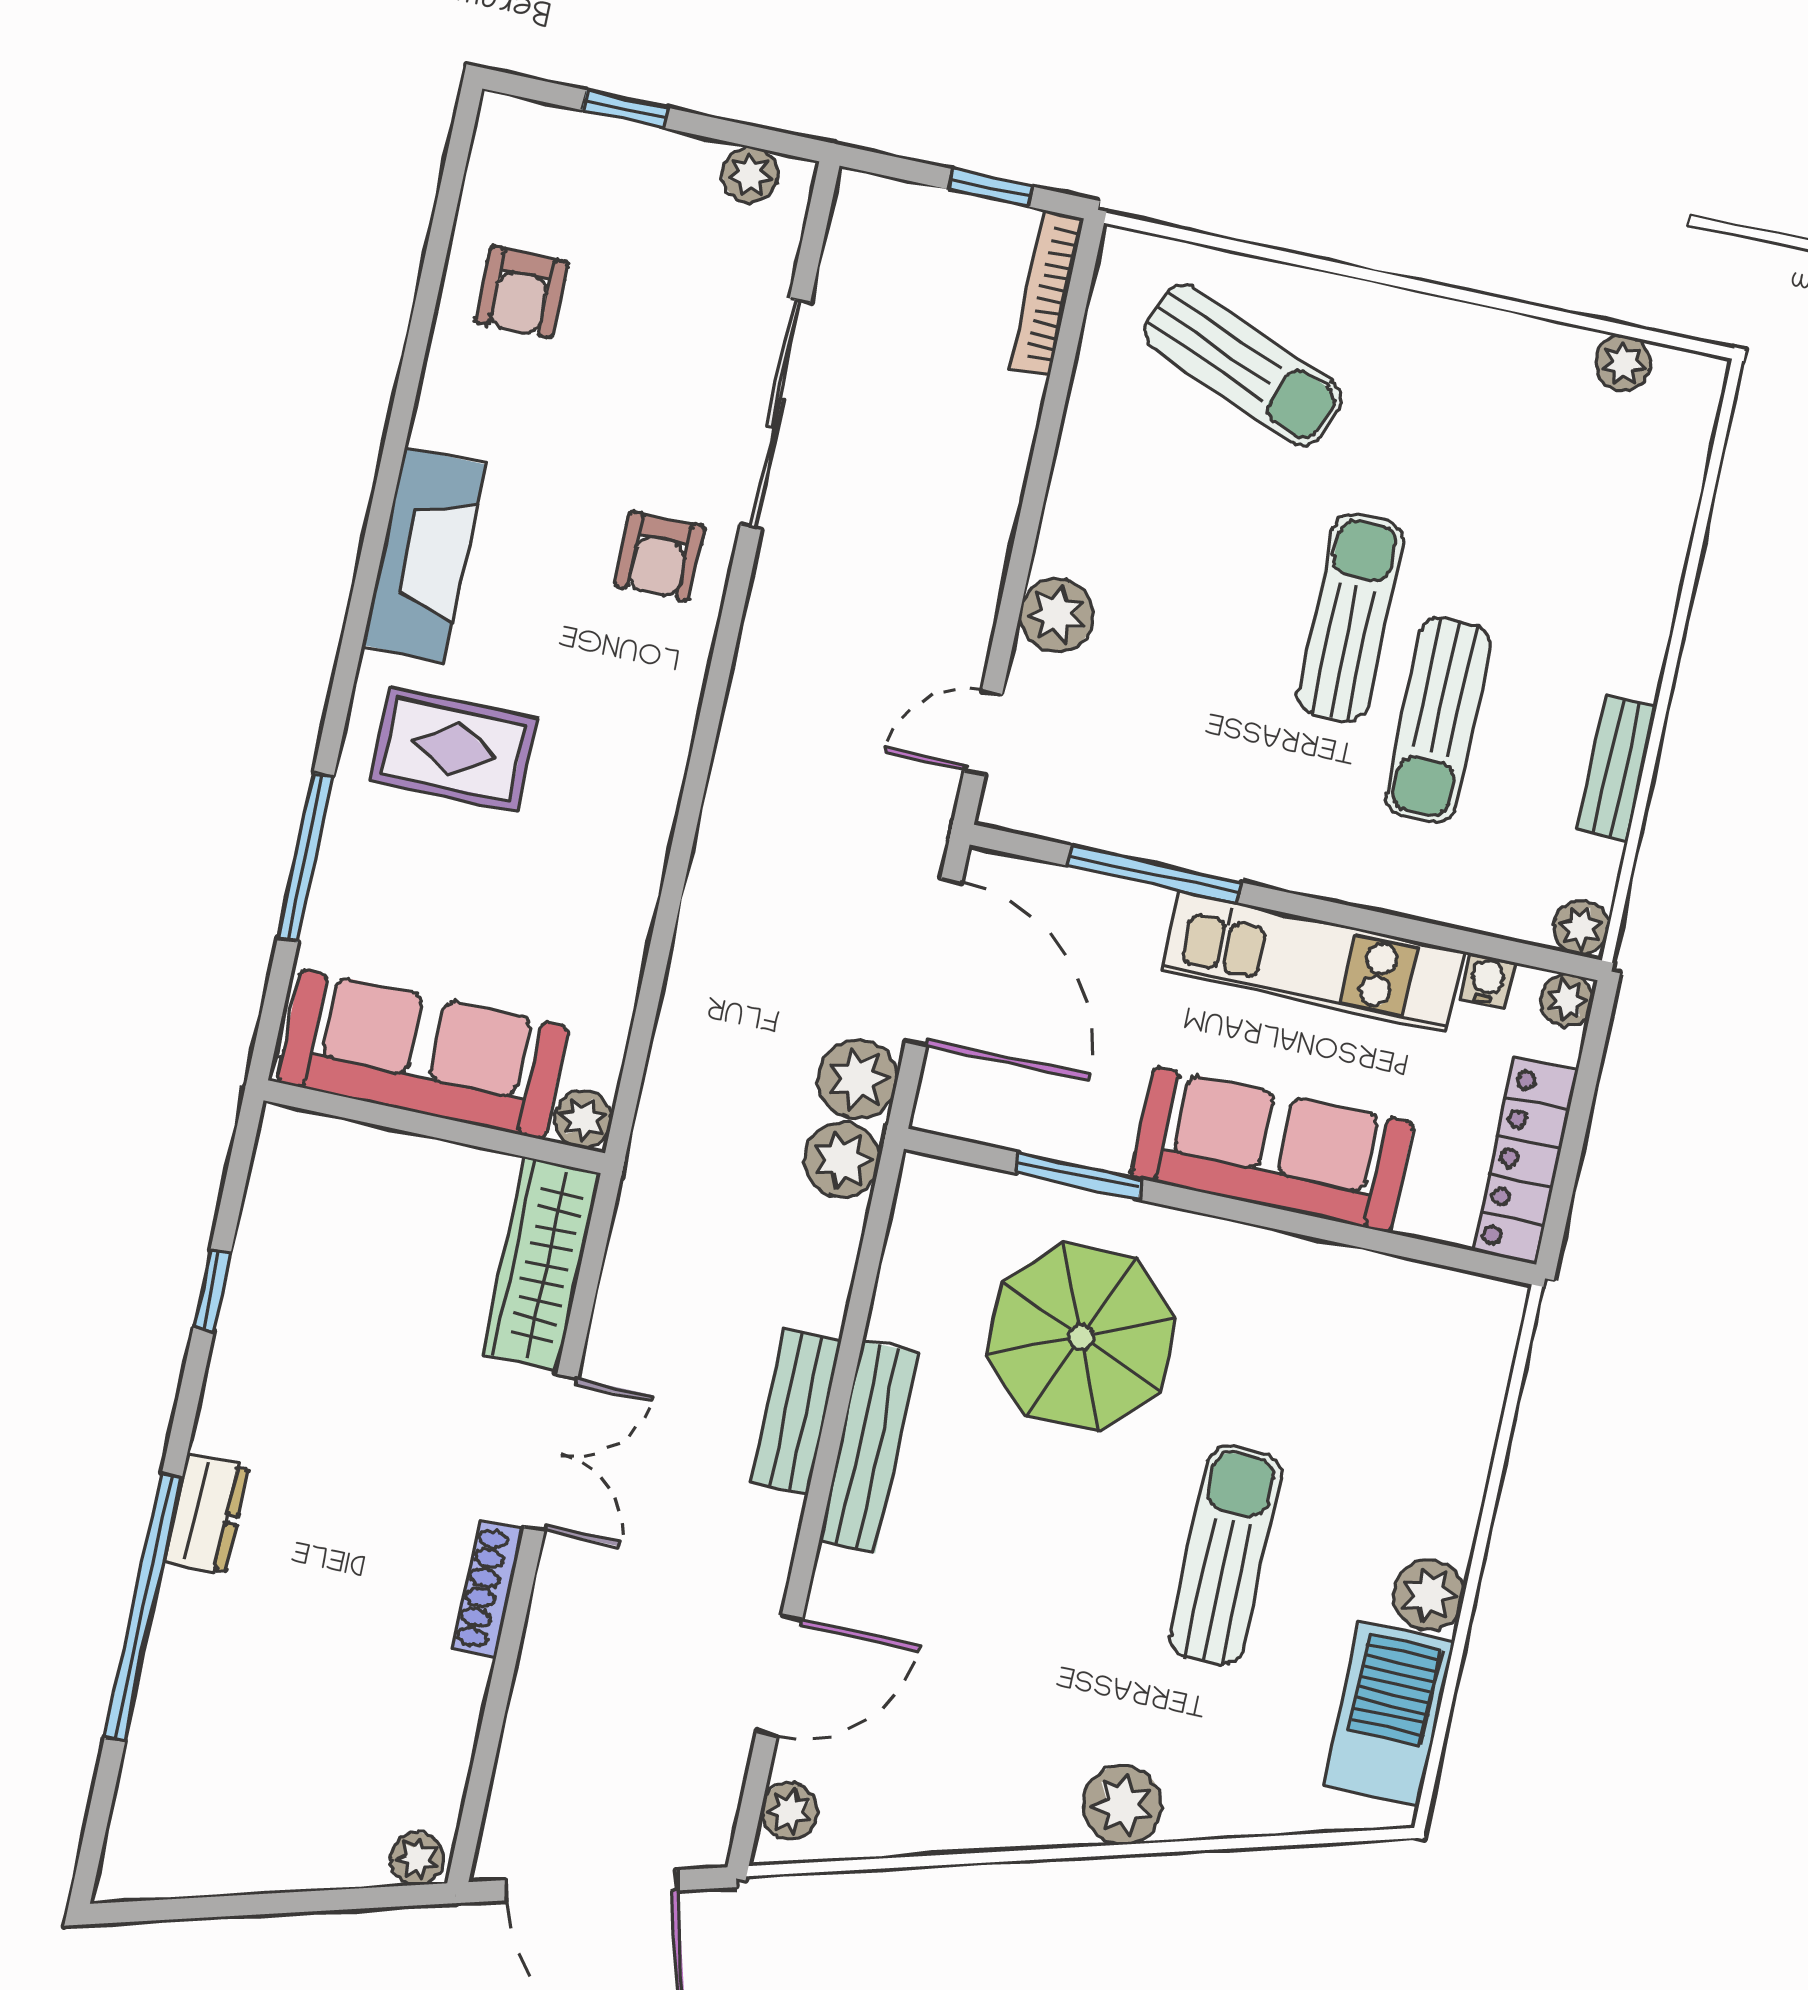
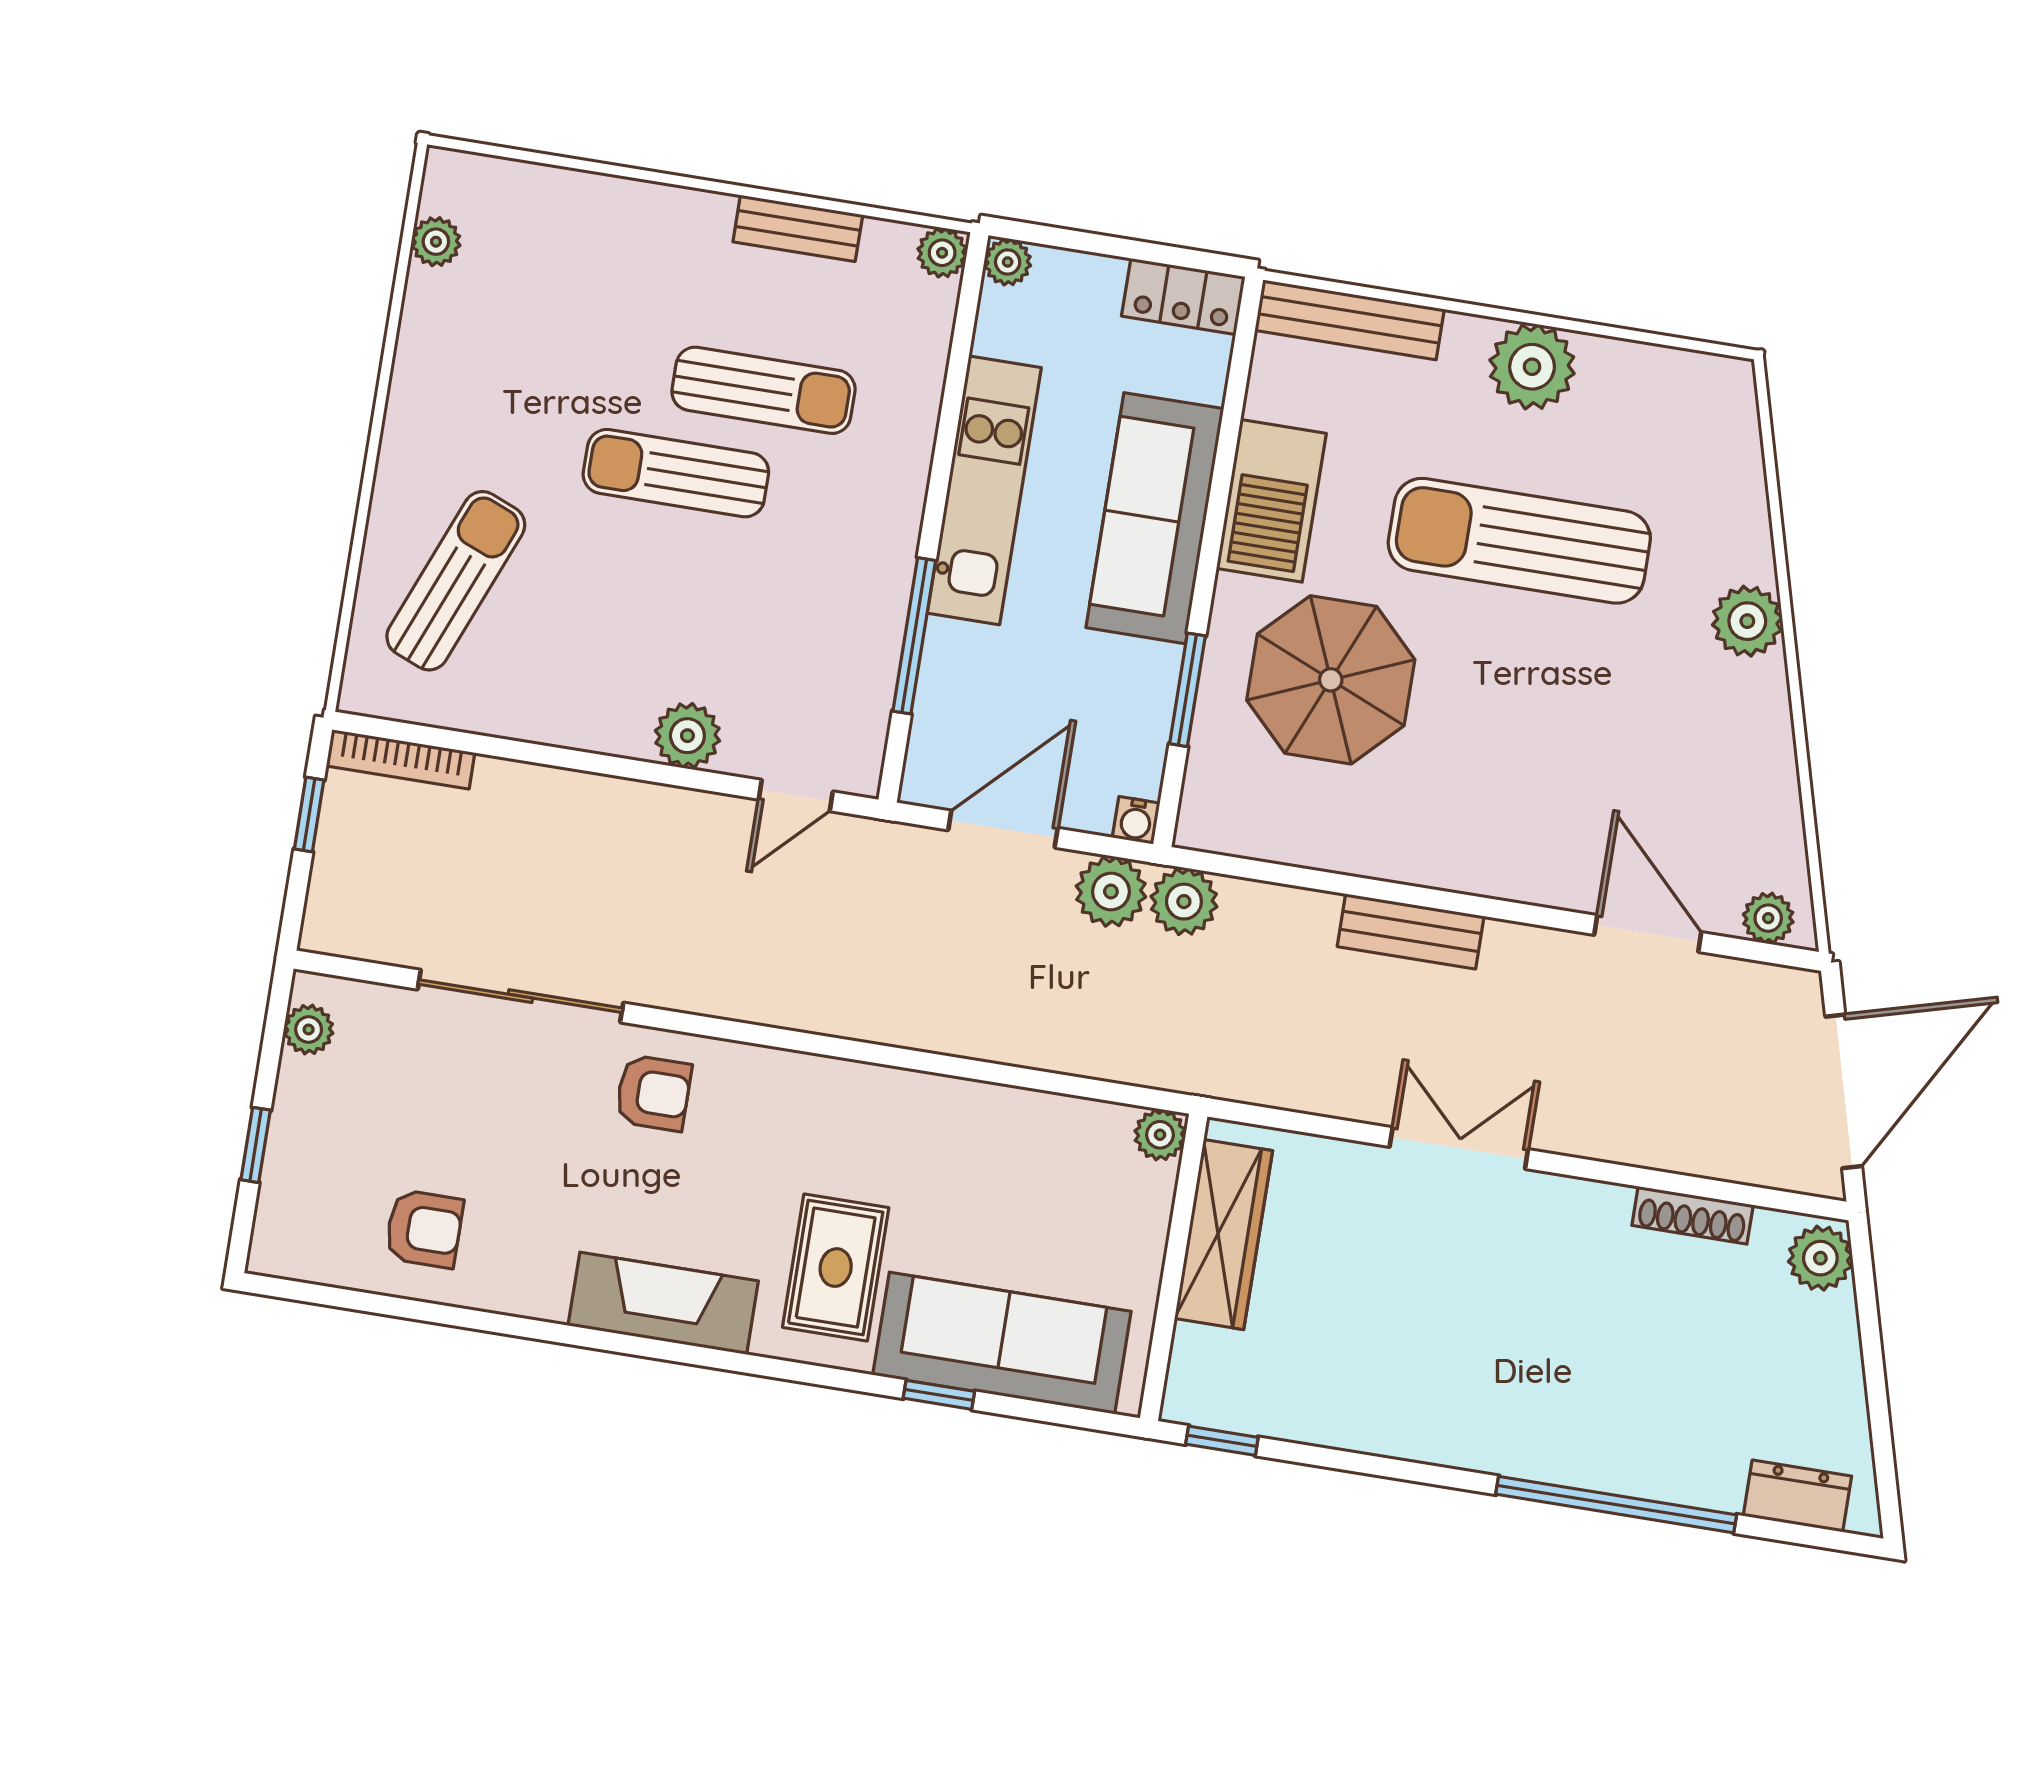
door: (983, 732) -> (796, 795), hinge flipped
window: (306, 857) -> (939, 1395), width x0.46
door: (934, 962) -> (1003, 829), width x0.73
water cooler: (1487, 980) -> (1136, 820), moved, turned -90
sofa: (422, 1054) -> (1002, 1343), moved, turned 90
locker: (1525, 1161) -> (1183, 296), width x0.66
wardrobe: (541, 1264) -> (1224, 1235), moved, turned -90
window: (212, 1290) -> (1222, 1441), moved
bench: (869, 1447) -> (1350, 320), moved
dresser: (207, 1514) -> (1797, 1496), moved
sun lounger: (1225, 1555) -> (1519, 541), width x1.36, depth x1.34
shoe rack: (488, 1589) -> (1693, 1215), moved
plant: (1429, 1595) -> (1532, 367), width x1.36, depth x1.36
barbecue: (1389, 1714) -> (1271, 501), moved, turned -90
plant: (417, 1859) -> (1820, 1258), width x1.38, depth x1.38

